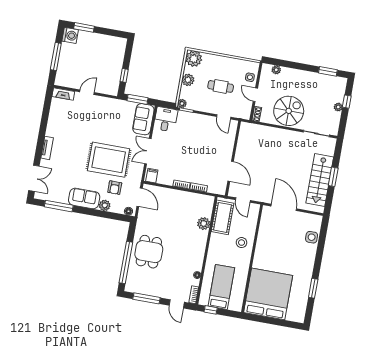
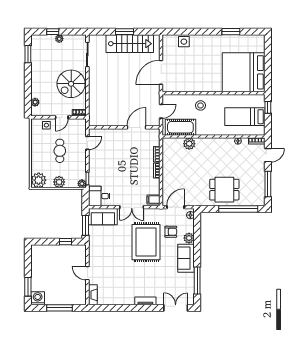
spiral stairs: (289, 111) -> (71, 84), turned -90
window: (211, 310) -> (268, 107), moved

